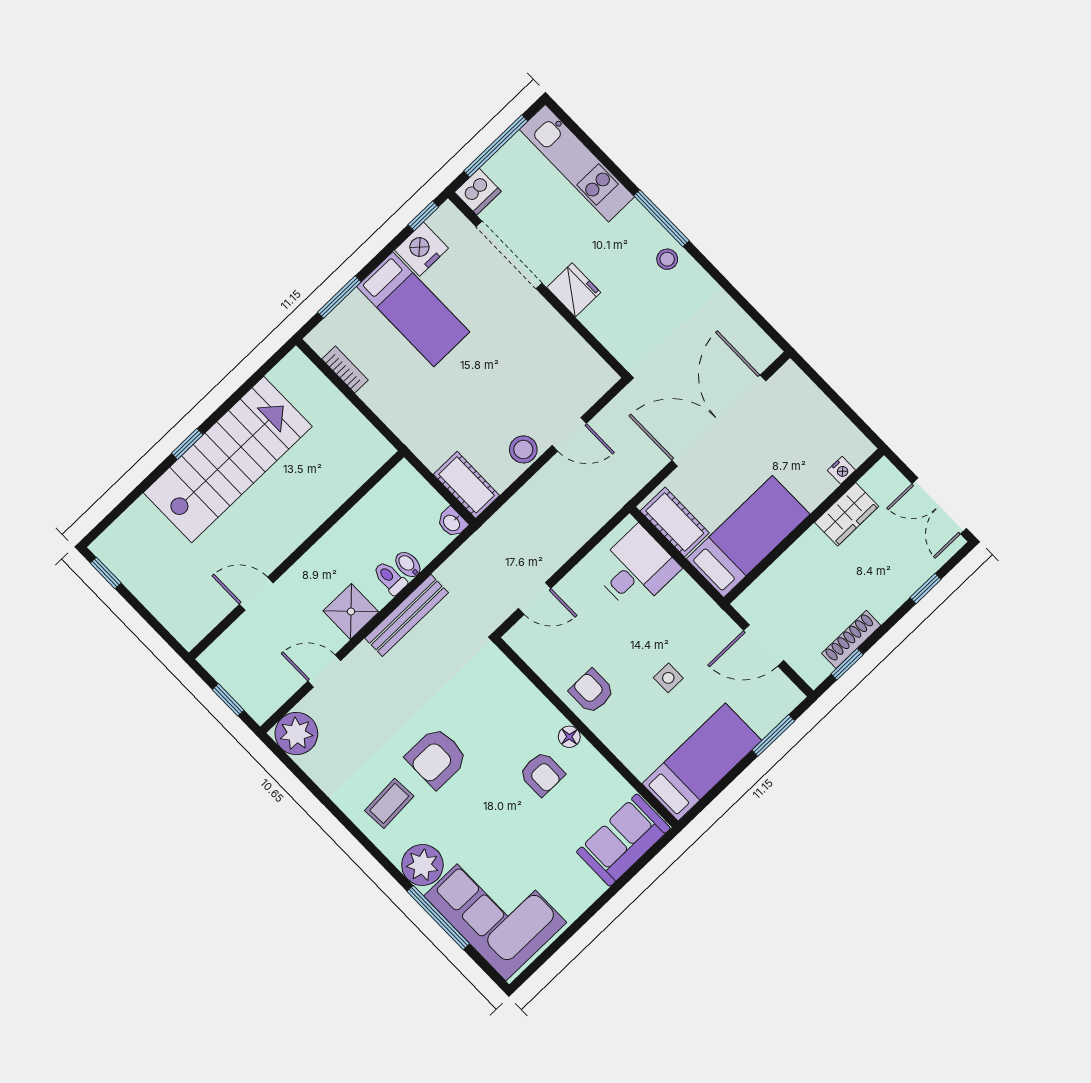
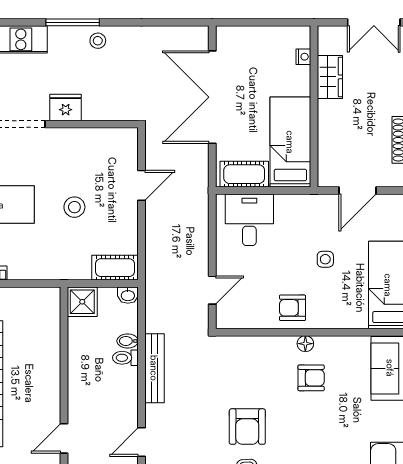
stool: (523, 449) -> (74, 207), moved
shower: (351, 611) -> (82, 302), moved

